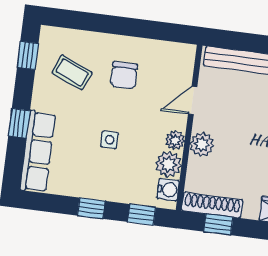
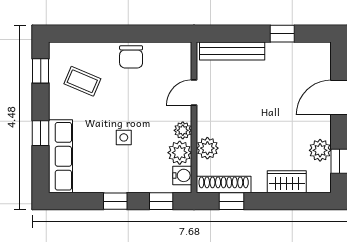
chair: (124, 75) -> (131, 57), moved
plant: (202, 144) -> (207, 148), moved

